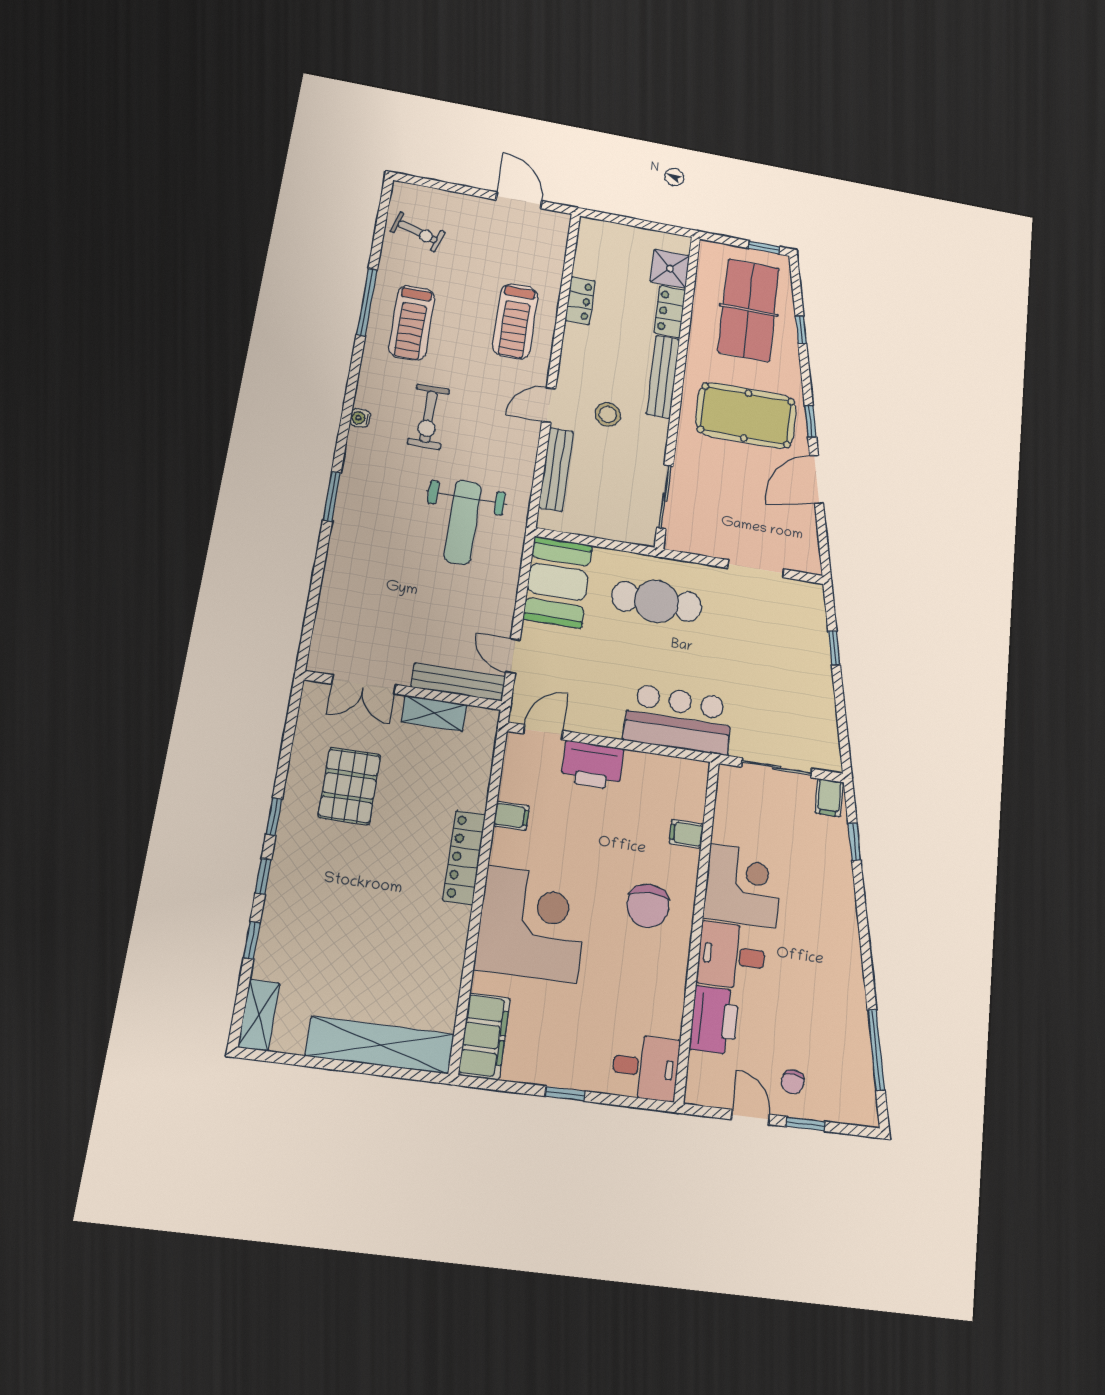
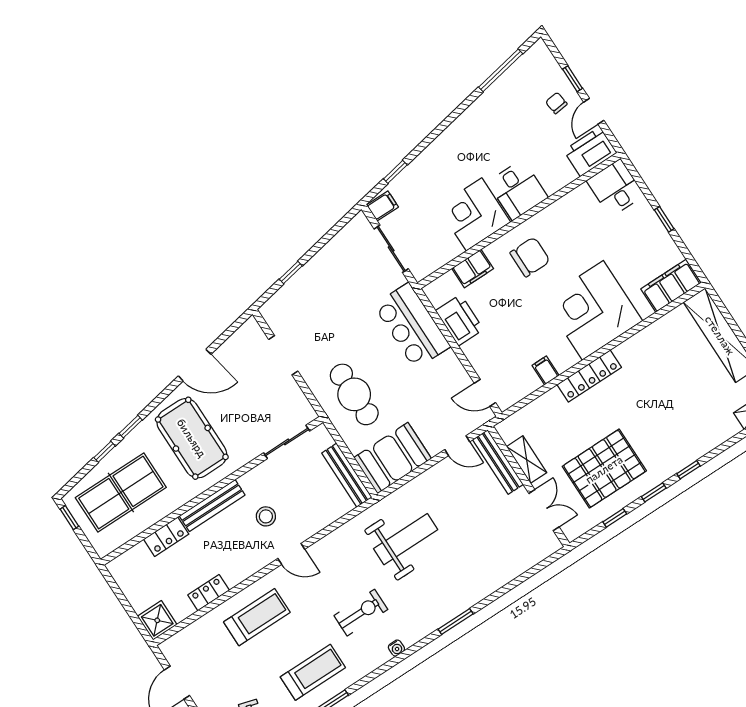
shower: (670, 269) -> (157, 620), moved
window: (810, 421) -> (131, 427), moved
bench: (556, 469) -> (347, 475), moved, turned 90
door: (513, 656) -> (457, 446), hinge flipped
printer: (592, 765) -> (460, 320), moved
pallet: (349, 786) -> (604, 469), width x1.37, depth x1.41
filing cabinet: (686, 834) -> (473, 269), width x2.00
window: (252, 940) -> (615, 518), moved
printer: (714, 1020) -> (590, 152), moved
chair: (793, 1082) -> (556, 103), turned -104

